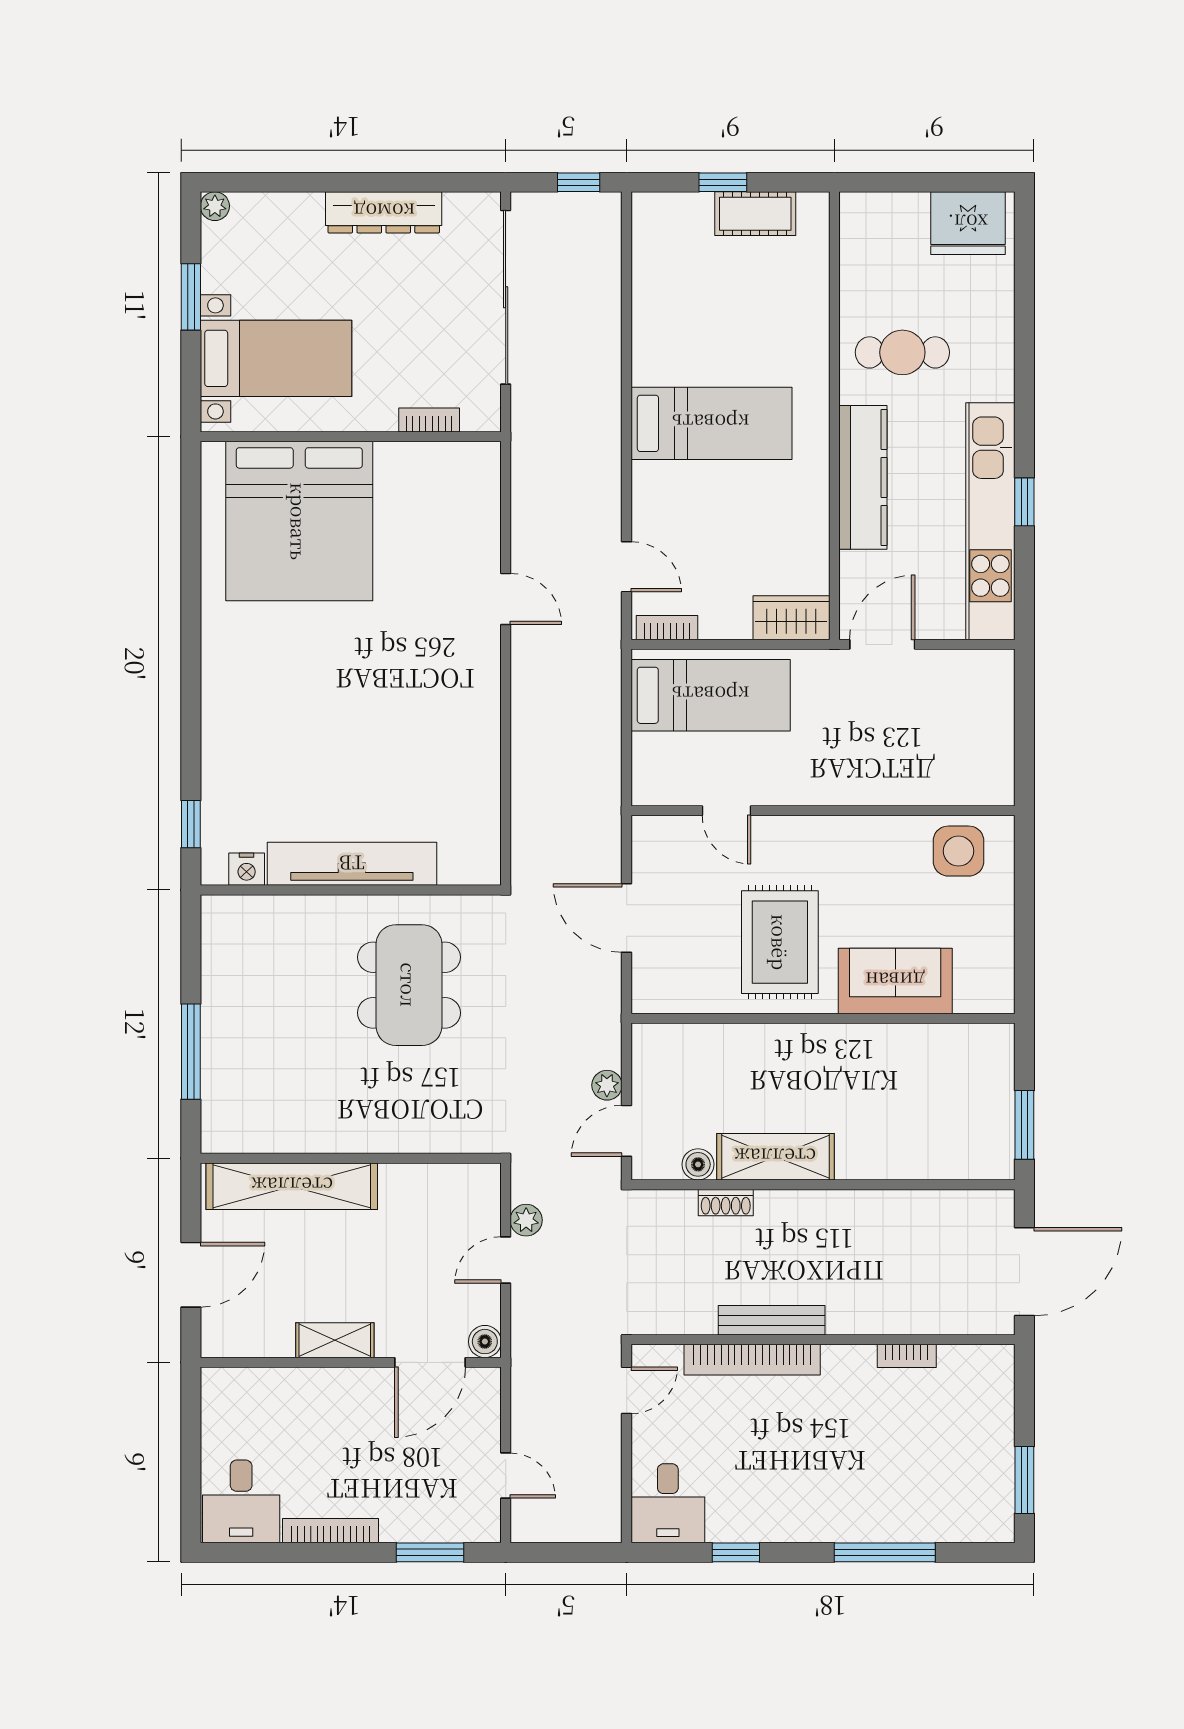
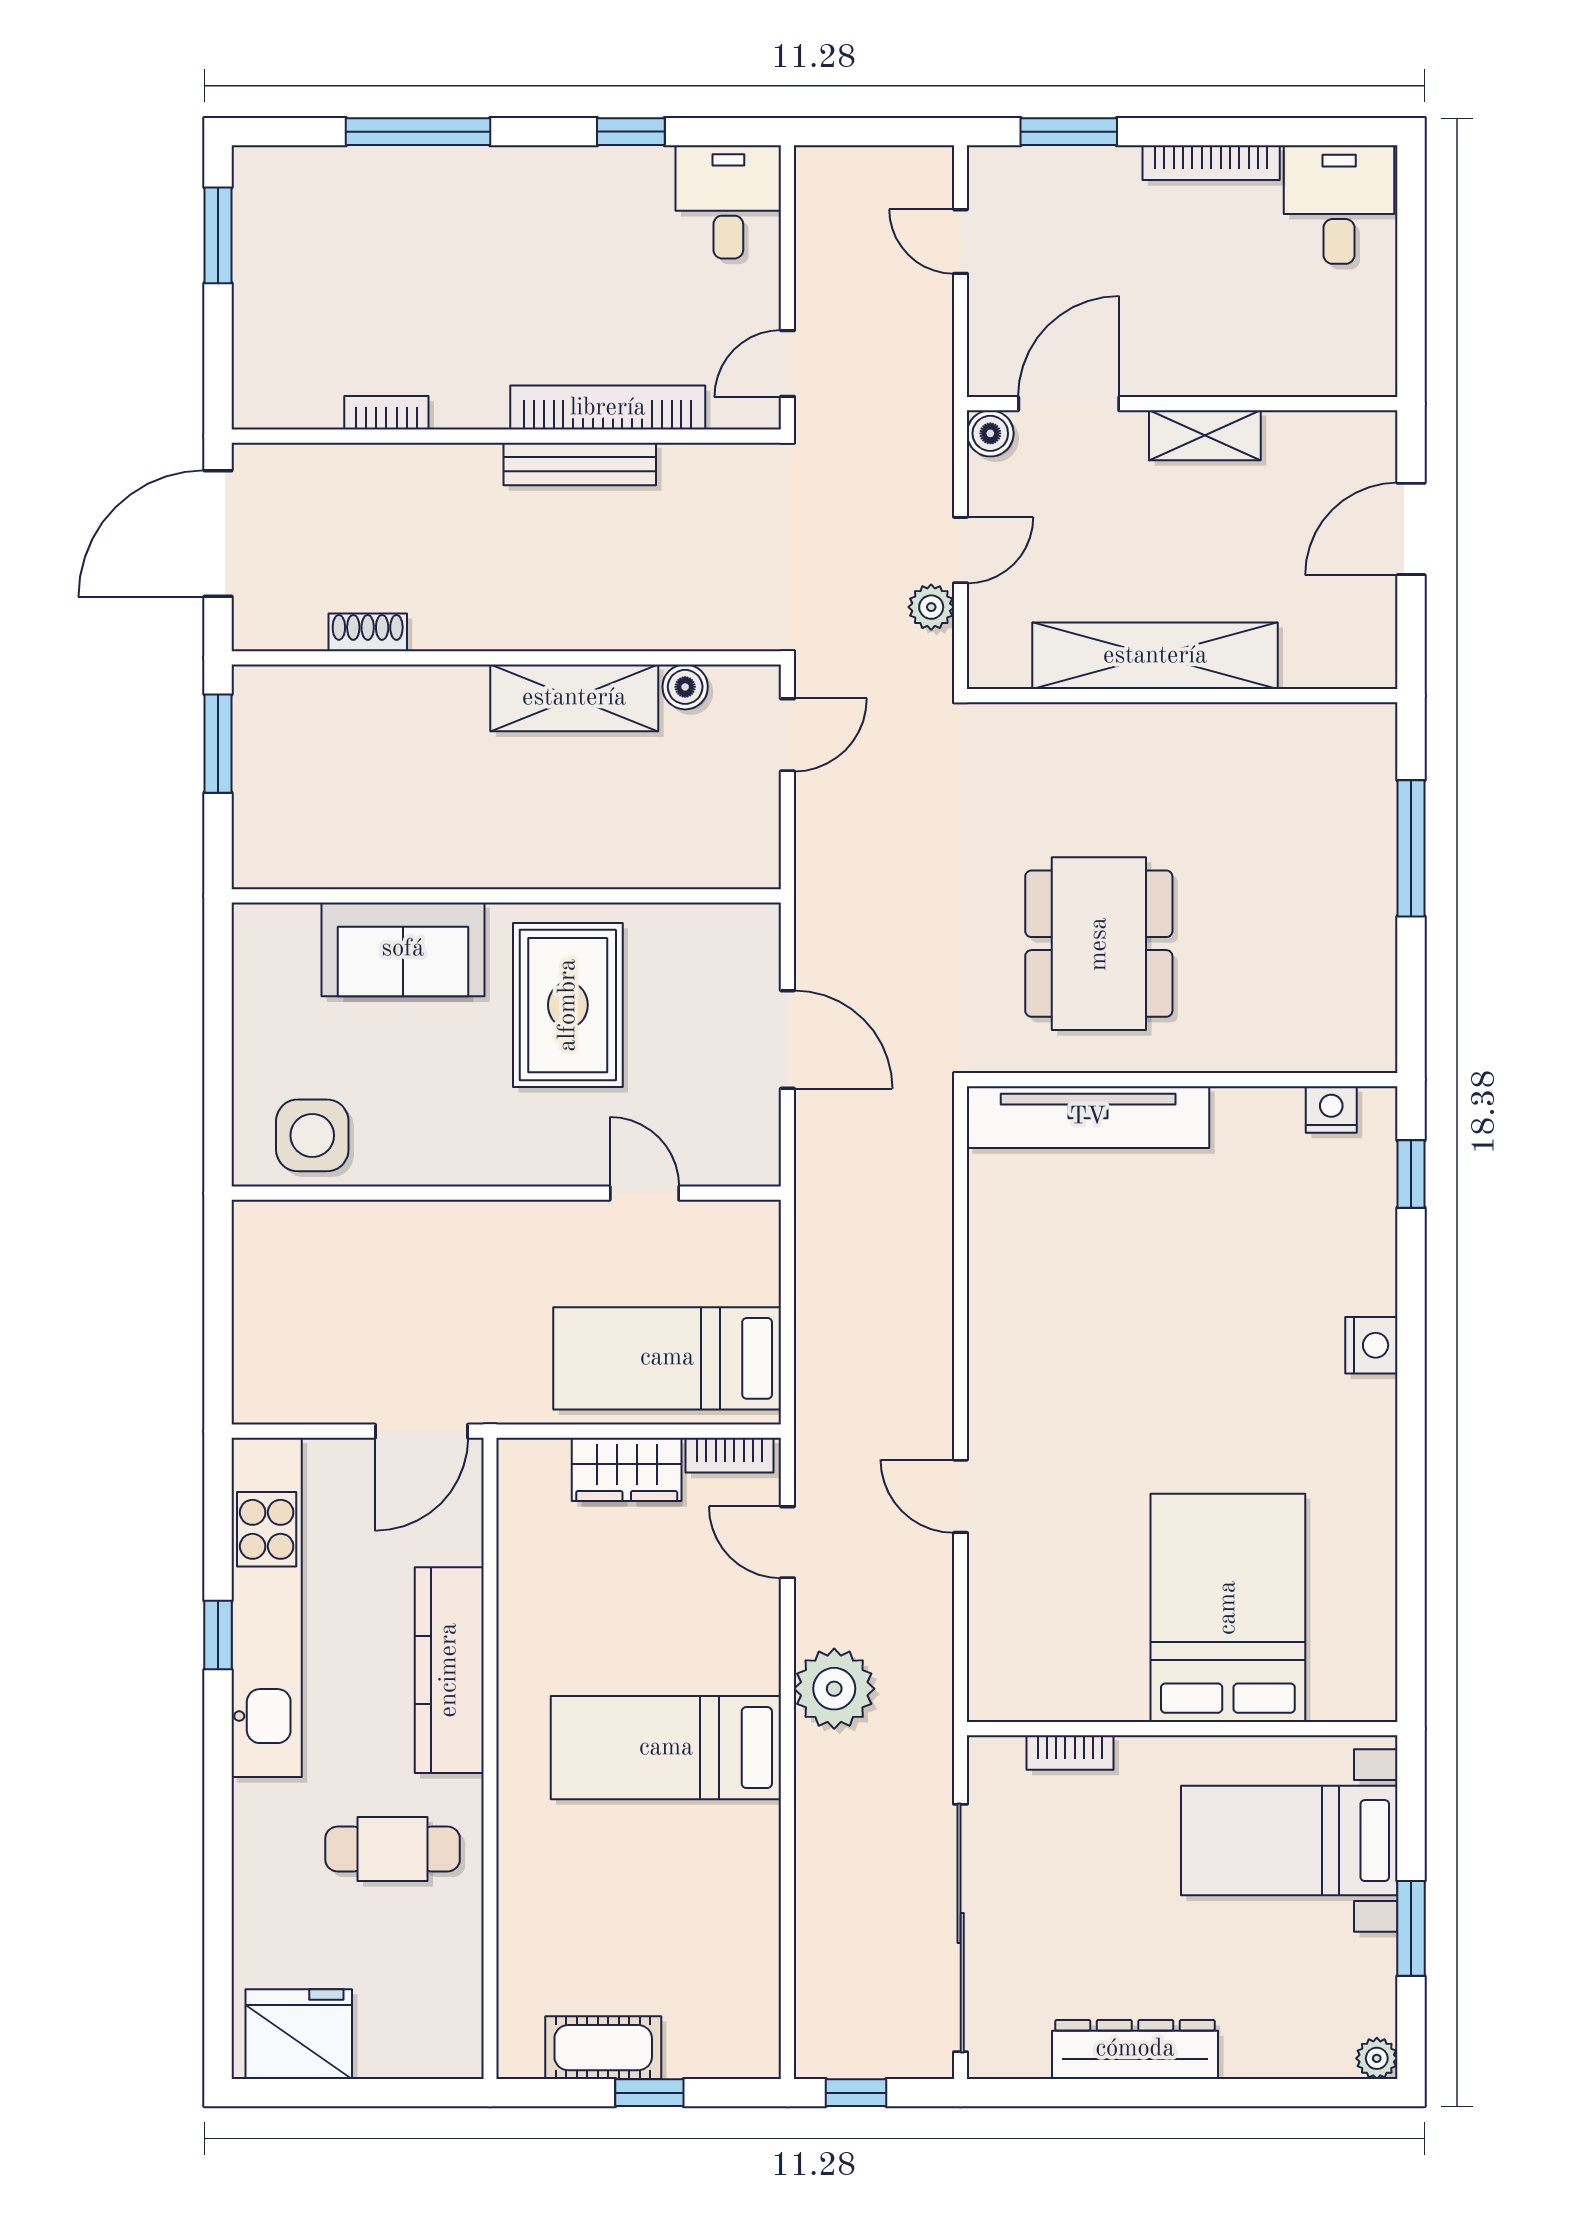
bed: (299, 521) -> (1228, 1608), width x0.73
wardrobe: (791, 618) -> (627, 1469), moved
nightstand: (219, 704) -> (1371, 1345), added
tv unit: (352, 864) -> (1088, 1117), moved
plant: (607, 1085) -> (834, 1689), moved, width x1.87, depth x1.87
shelving: (292, 1186) -> (1155, 656), moved
shoe rack: (726, 1203) -> (368, 632), moved

